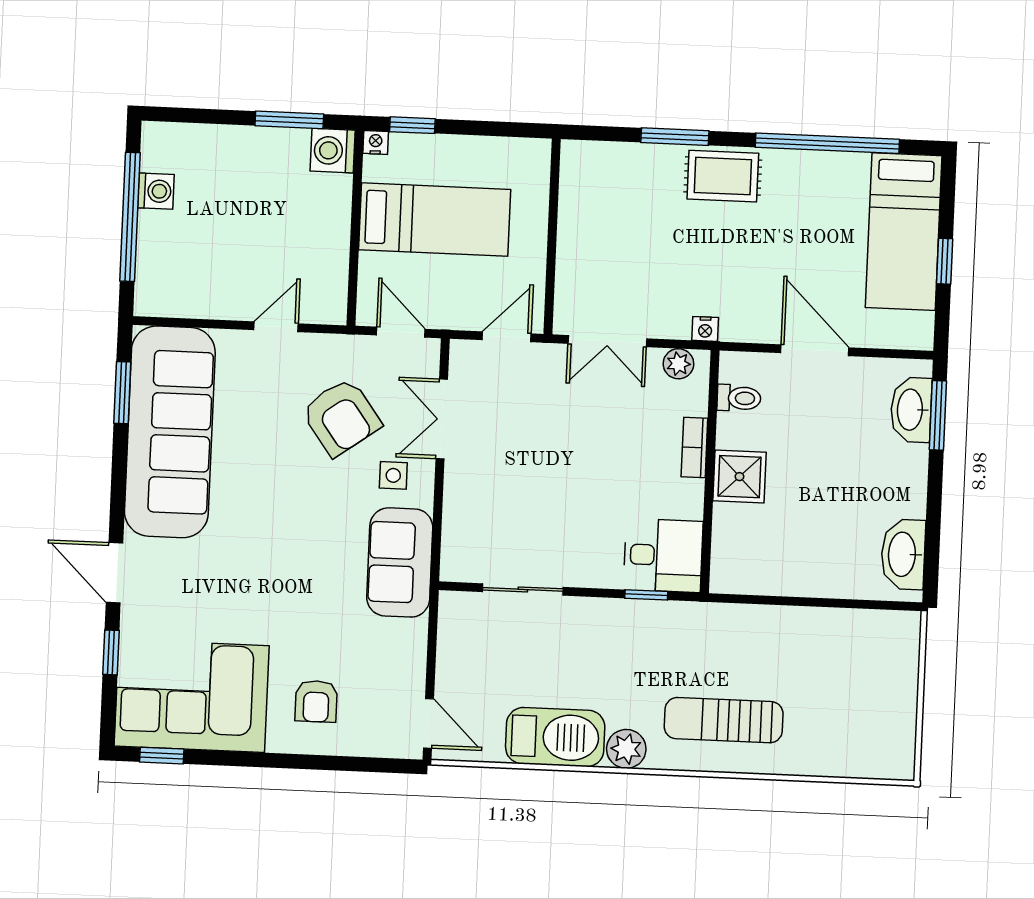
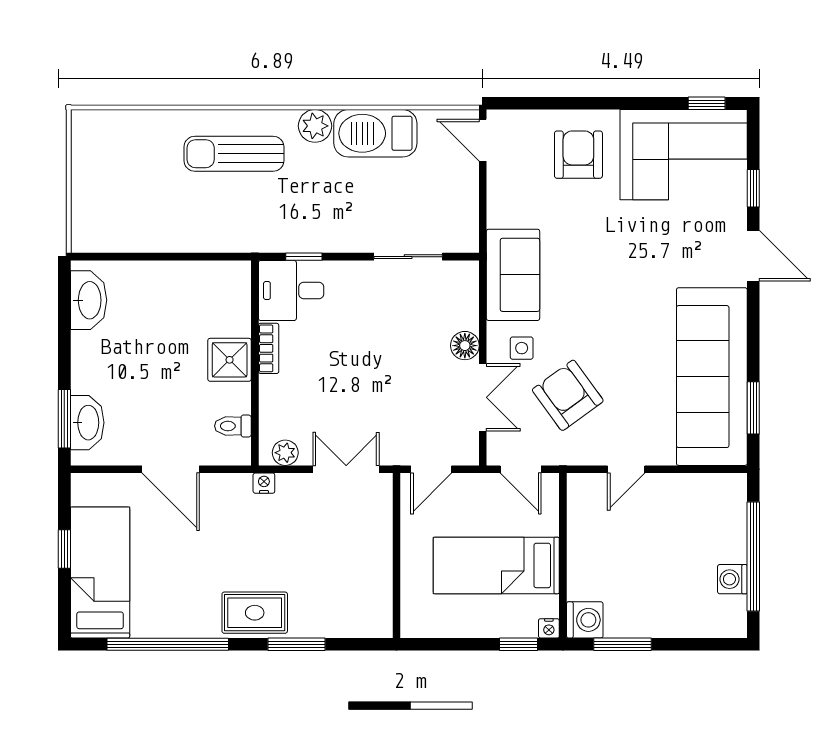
bookcase: (694, 448) -> (269, 348), moved
floor lamp: (460, 481) -> (465, 346), added
armchair: (316, 701) -> (578, 155), width x1.38, depth x1.38
sun lounger: (724, 720) -> (234, 154), turned 180

